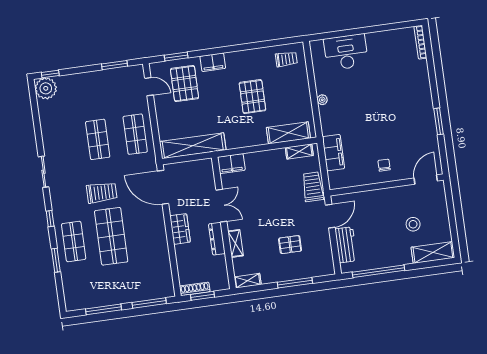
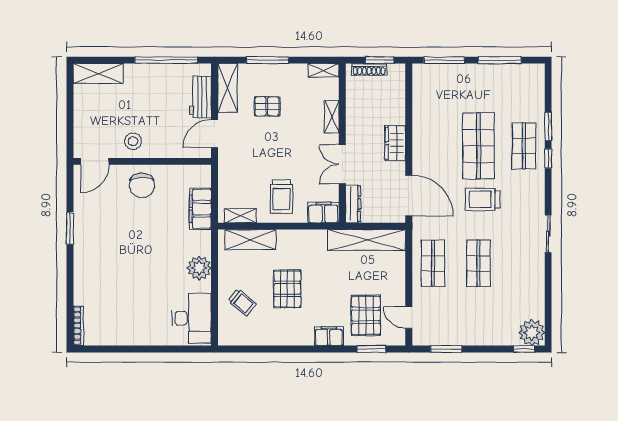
desk: (346, 52) -> (192, 318), moved, turned -90
trolley: (286, 59) -> (242, 302), moved, turned -141
plant: (322, 100) -> (199, 268), width x1.88, depth x1.88
chair: (384, 165) -> (142, 185), width x1.87, depth x1.87
trolley: (313, 187) -> (281, 197), moved
window: (50, 219) -> (548, 158), moved
stool: (413, 224) -> (133, 141), moved
dresser: (217, 239) -> (353, 204), moved
shelving: (325, 255) -> (228, 88), added
shoe rack: (195, 289) -> (369, 69), moved

